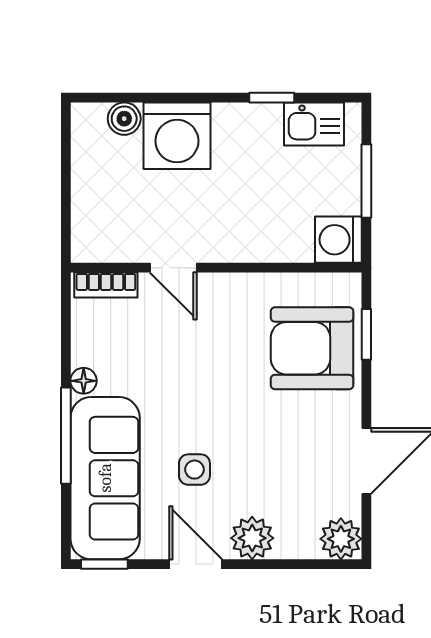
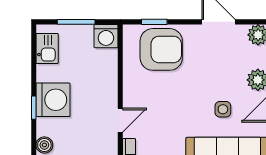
window: (272, 98) -> (34, 108), moved
washing machine: (177, 136) -> (53, 100), moved
armchair: (312, 348) -> (161, 49), turned -90

